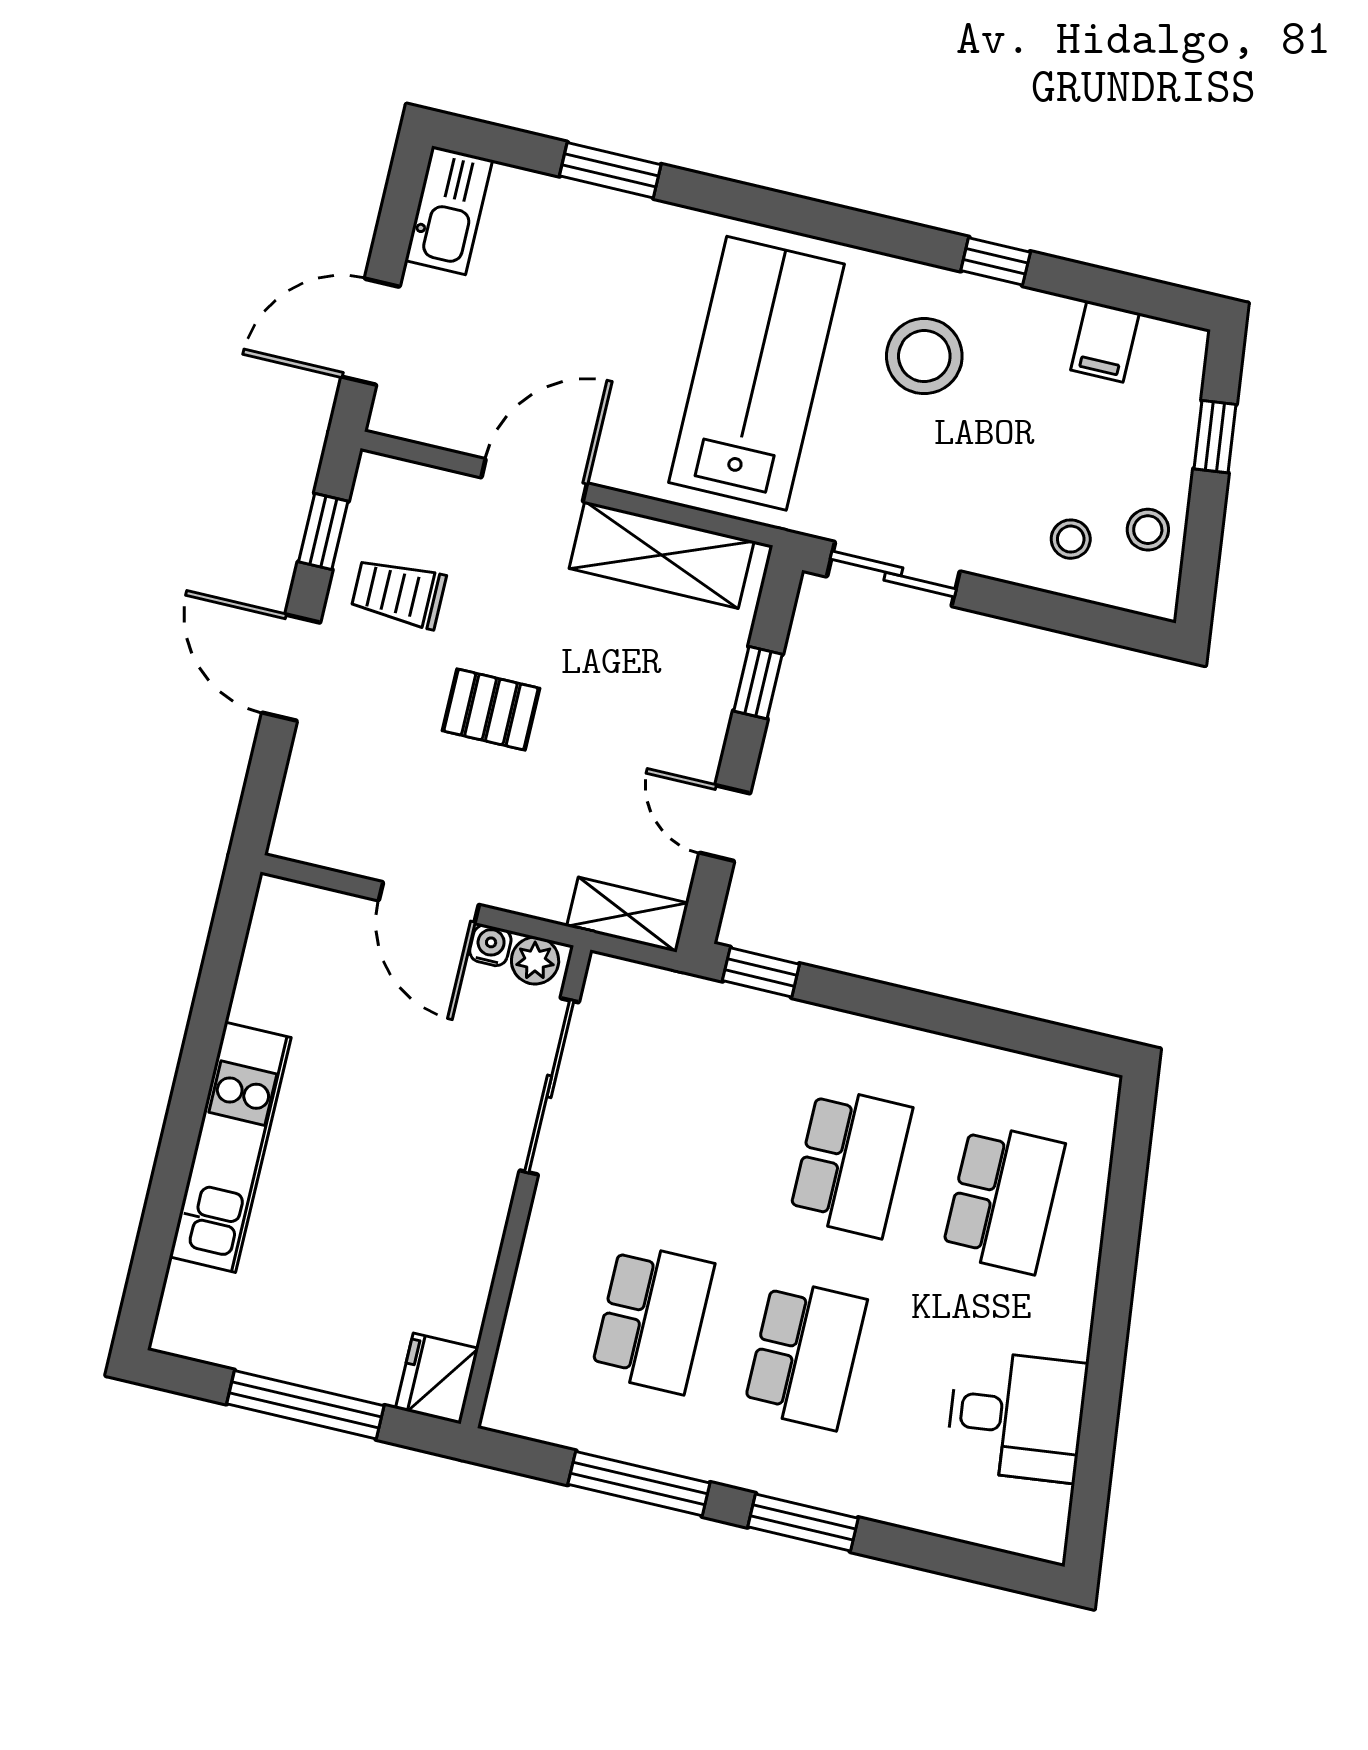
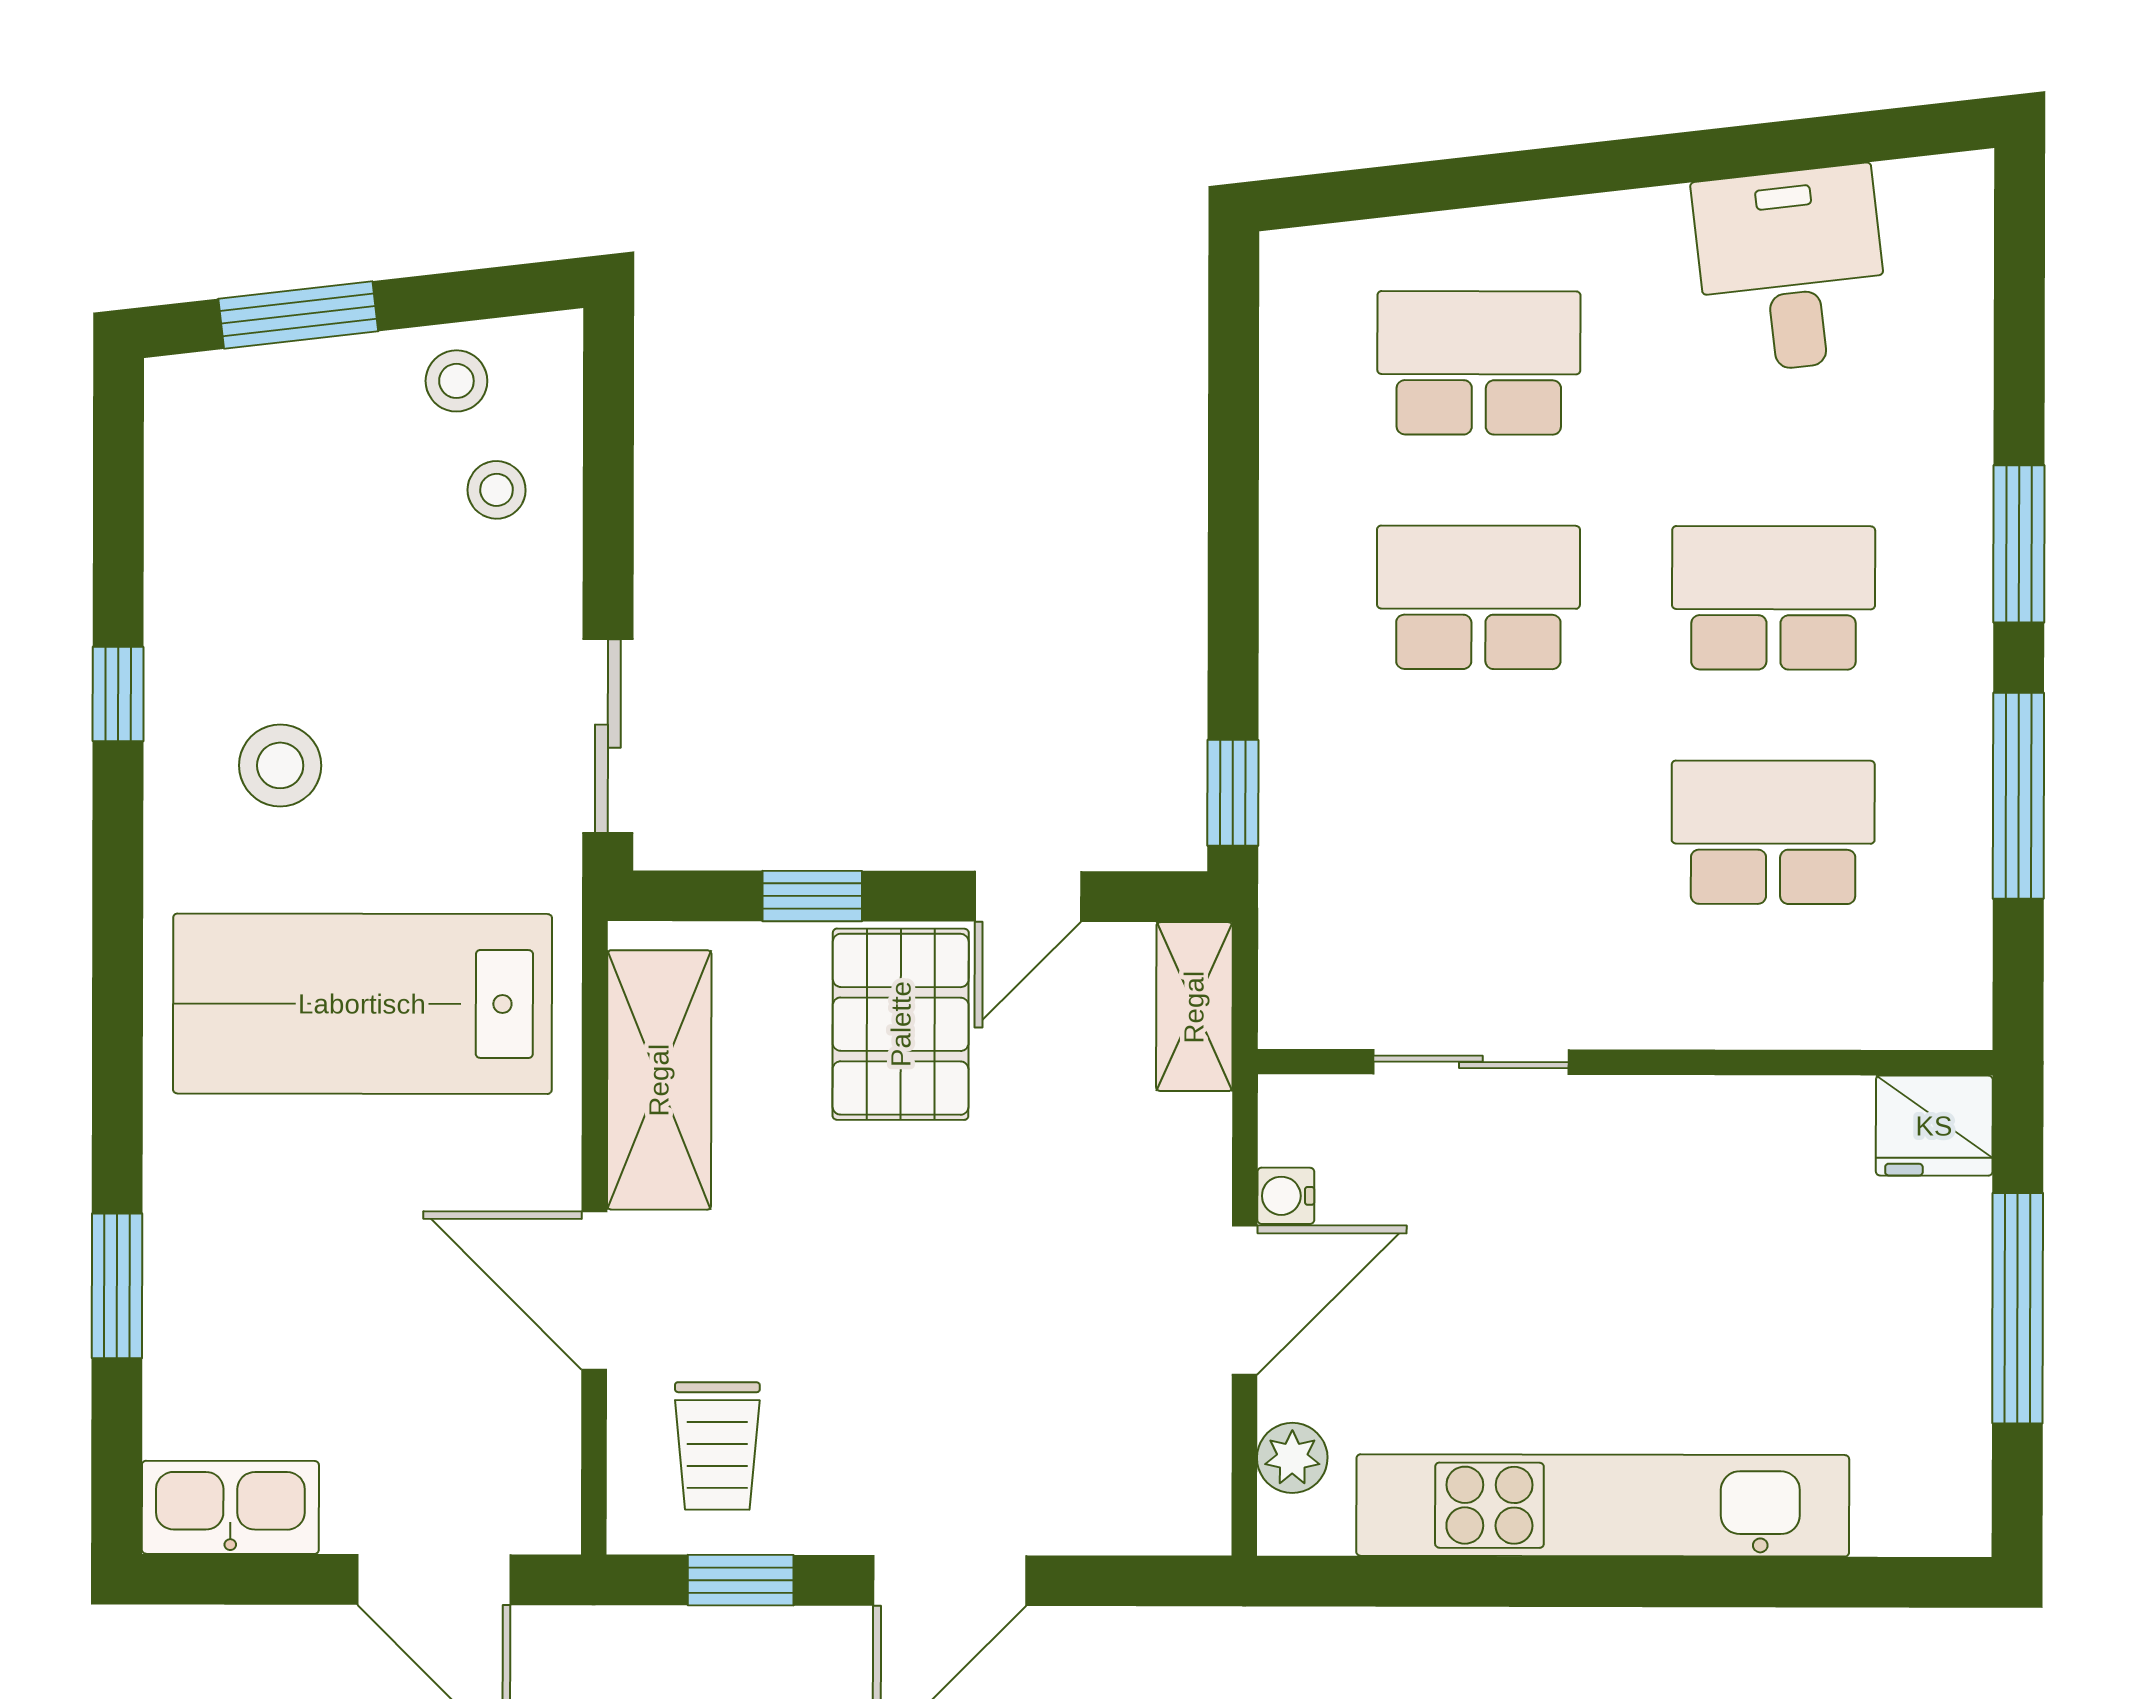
filing cabinet: (1105, 341) -> (197, 507), removed
stool: (924, 356) -> (280, 765), width x0.73, depth x0.73
window: (1215, 437) -> (298, 315), width x1.50
trolley: (399, 593) -> (717, 1446), moved
pallet: (491, 710) -> (901, 1024), moved, width x1.50, depth x1.42
plant: (535, 961) -> (1292, 1458), moved
sliding door: (549, 1086) -> (1471, 1062), width x0.73
kitchen unit: (230, 1147) -> (1603, 1505), width x1.36

